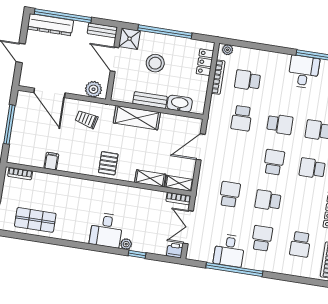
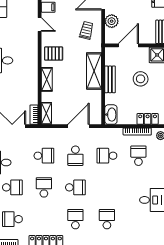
door: (114, 59) -> (128, 45), moved
plant: (93, 89) -> (112, 21), moved
washbasin: (180, 104) -> (111, 115), moved
school desk: (280, 124) -> (75, 156), moved
door: (201, 147) -> (78, 126), hinge flipped
door: (71, 175) -> (40, 25), added
shelving: (150, 178) -> (47, 79), moved

